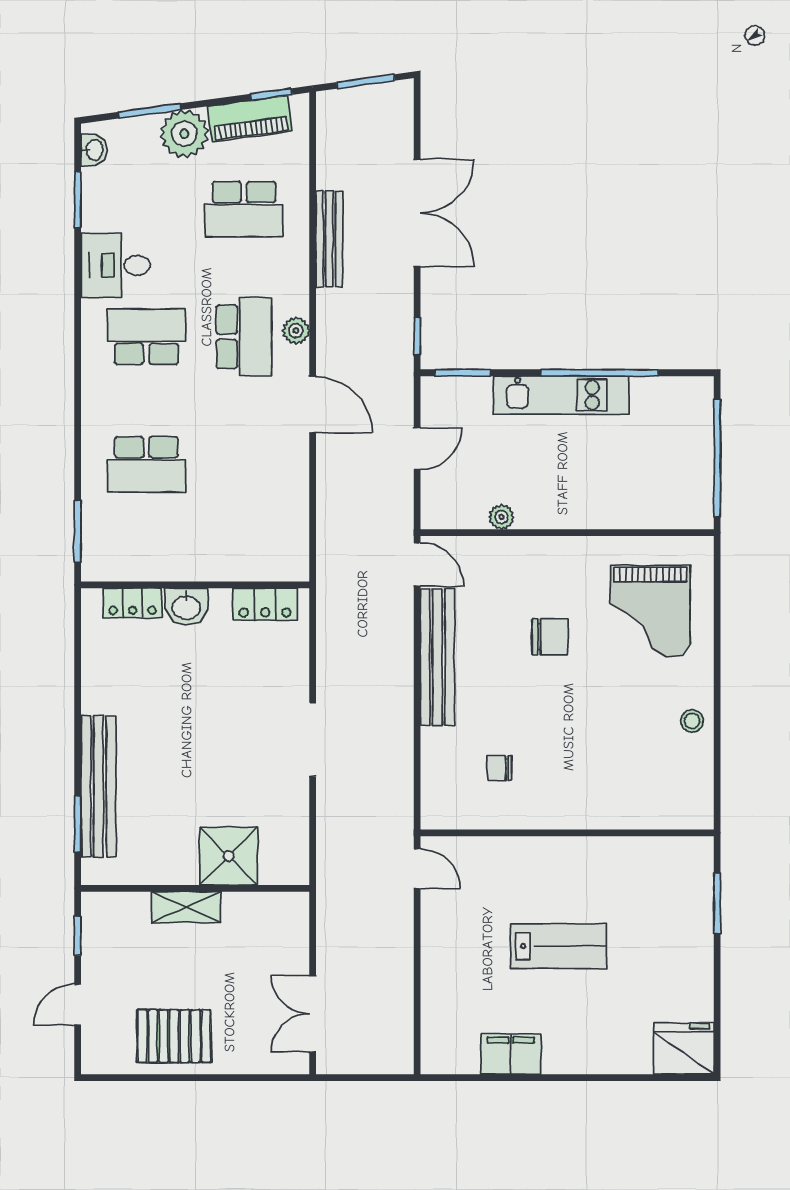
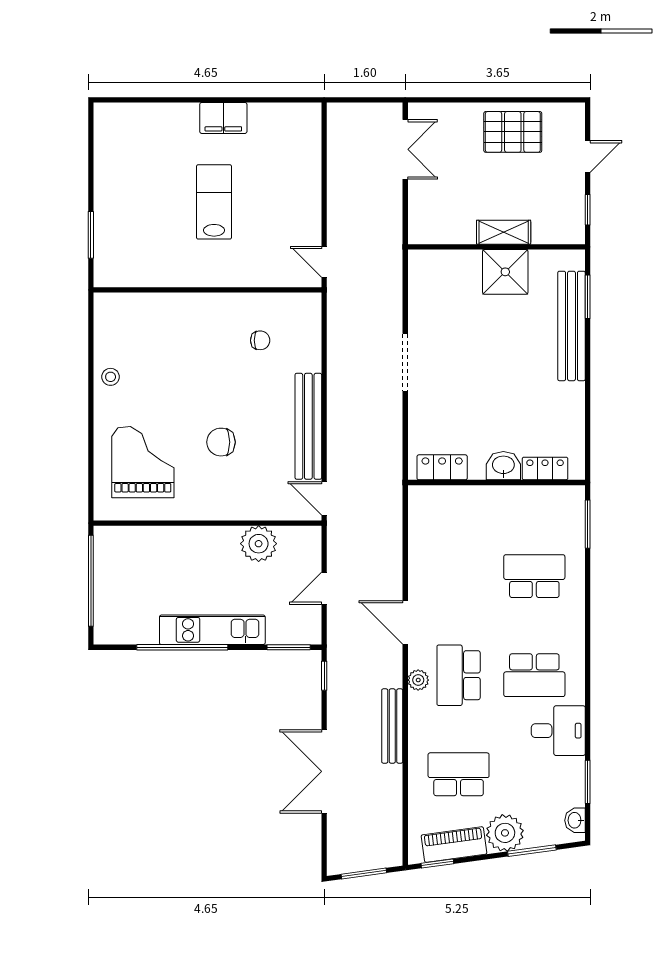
bench: (329, 239) -> (392, 726), moved
plant: (501, 517) -> (259, 544), width x1.87, depth x1.87
shower: (229, 856) -> (505, 272), moved
lab bench: (559, 946) -> (214, 202), turned 90
fridge: (684, 1049) -> (117, 122), removed
filing cabinet: (511, 1054) -> (223, 118), moved

